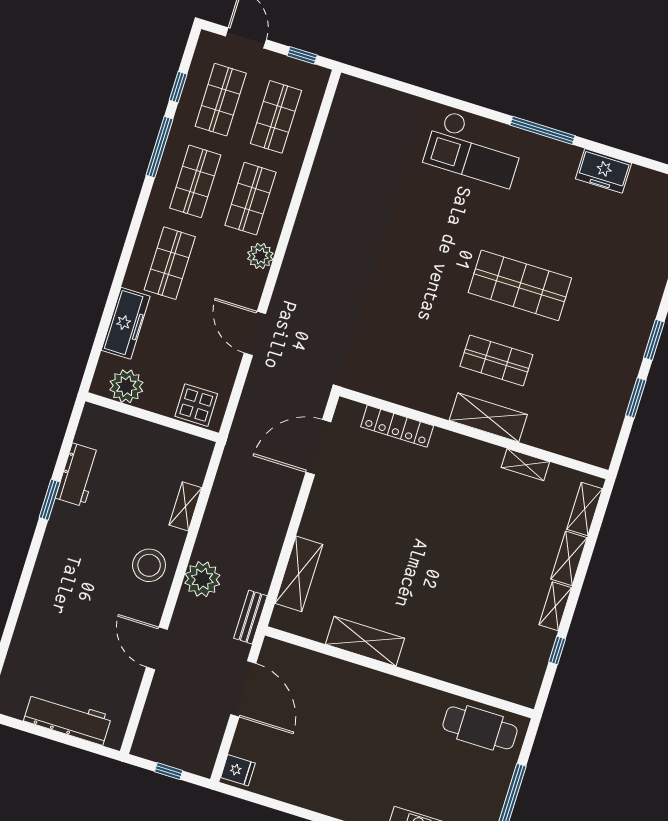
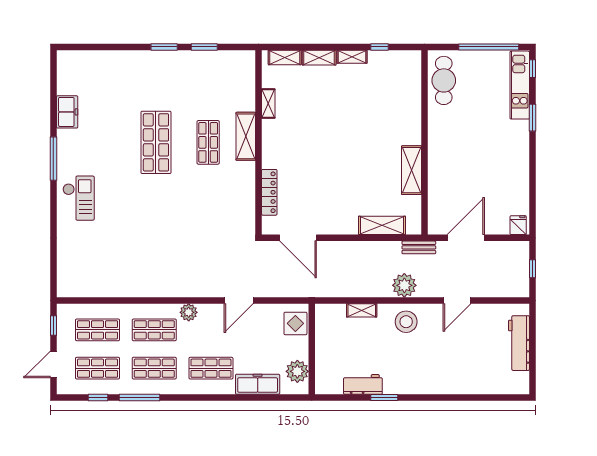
checkout: (474, 149) -> (79, 198), width x0.73, depth x0.83

